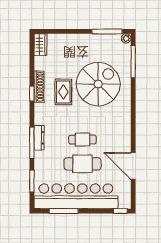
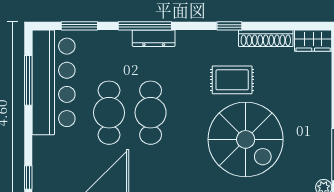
shoe rack: (39, 87) -> (266, 38), moved
cafe table: (82, 140) -> (151, 113), width x1.37, depth x1.35
bar counter: (76, 196) -> (54, 82), width x0.73

